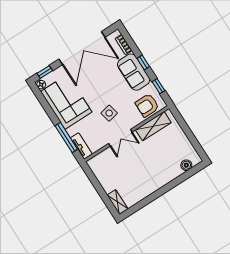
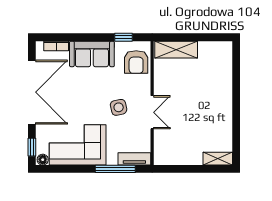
window: (143, 63) -> (88, 37), removed
shelving: (153, 126) -> (176, 50), moved, turned 90
boiler: (186, 165) -> (226, 61), removed

